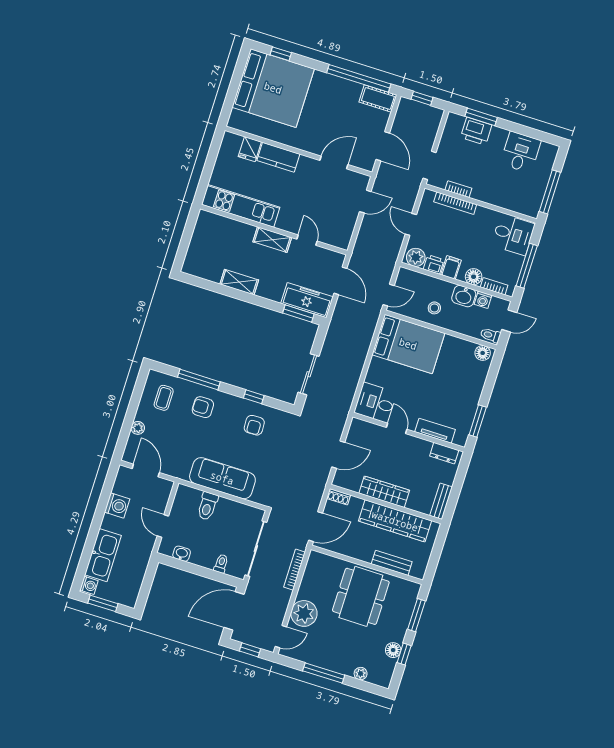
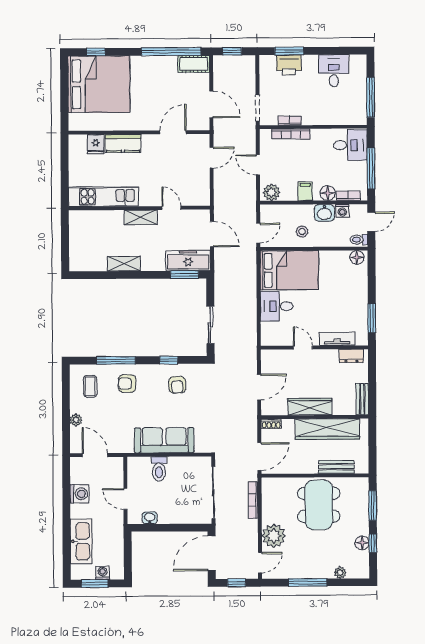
printer: (434, 264) -> (289, 194), removed
desk: (375, 402) -> (277, 306), moved
toilet: (221, 564) -> (187, 515), removed
washing machine: (89, 585) -> (103, 573), moved, turned -90

